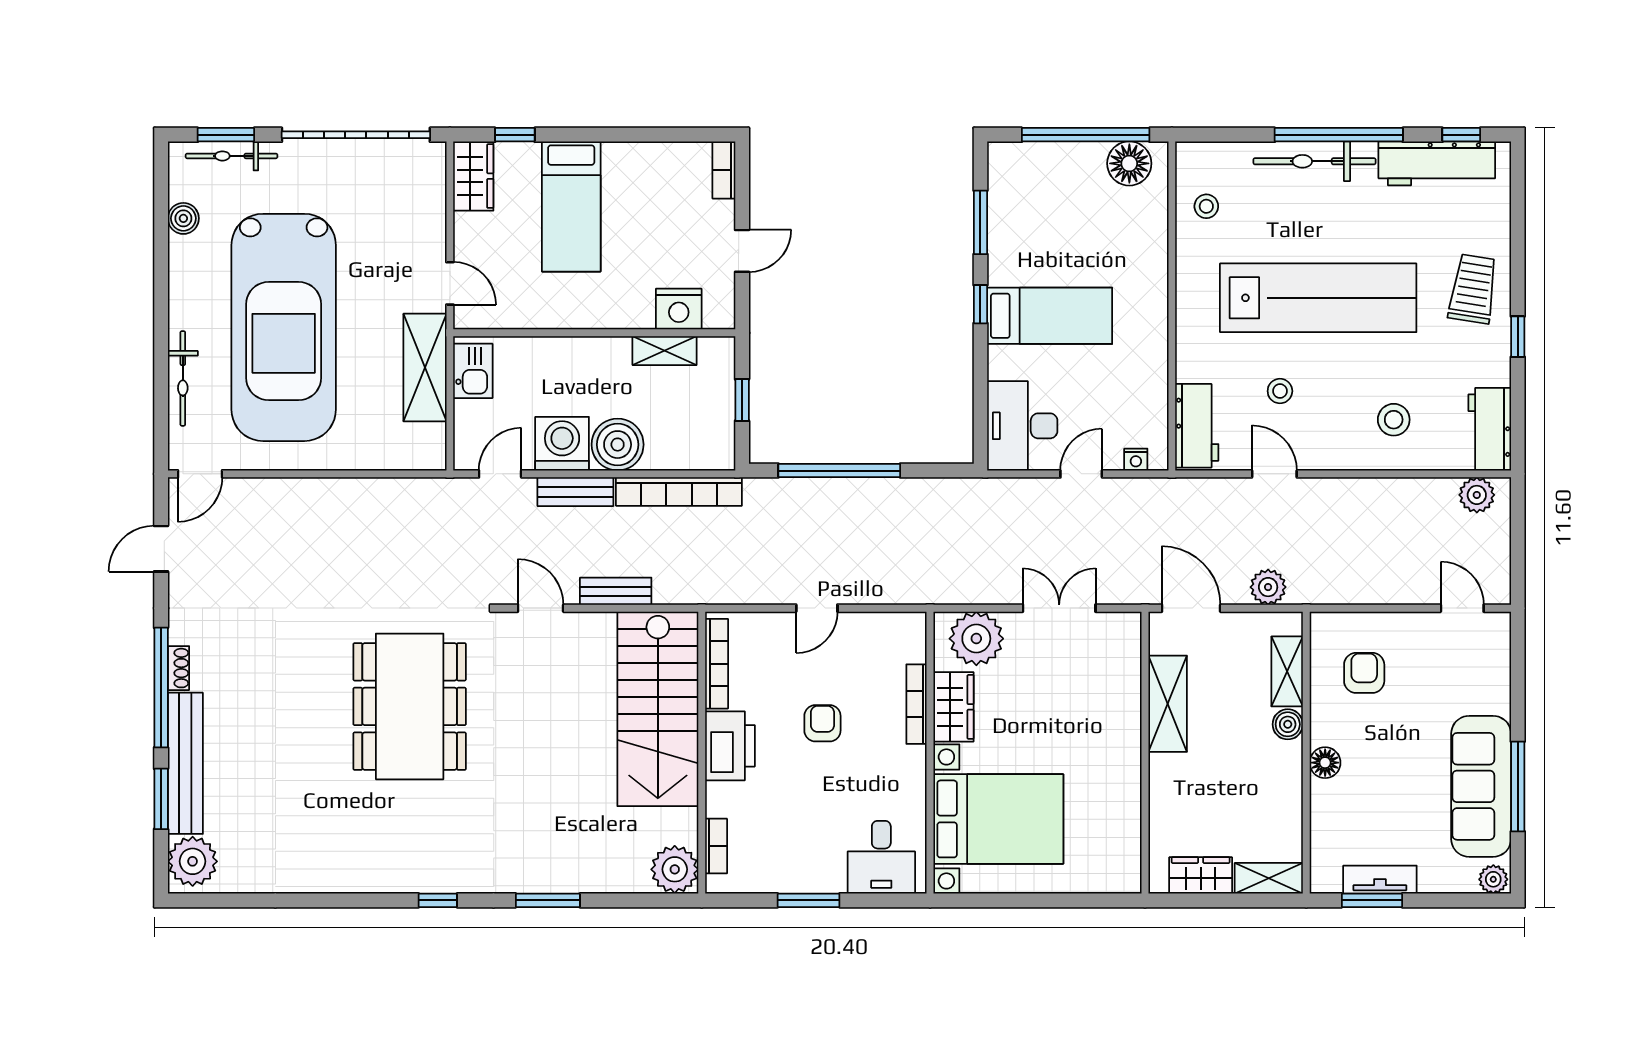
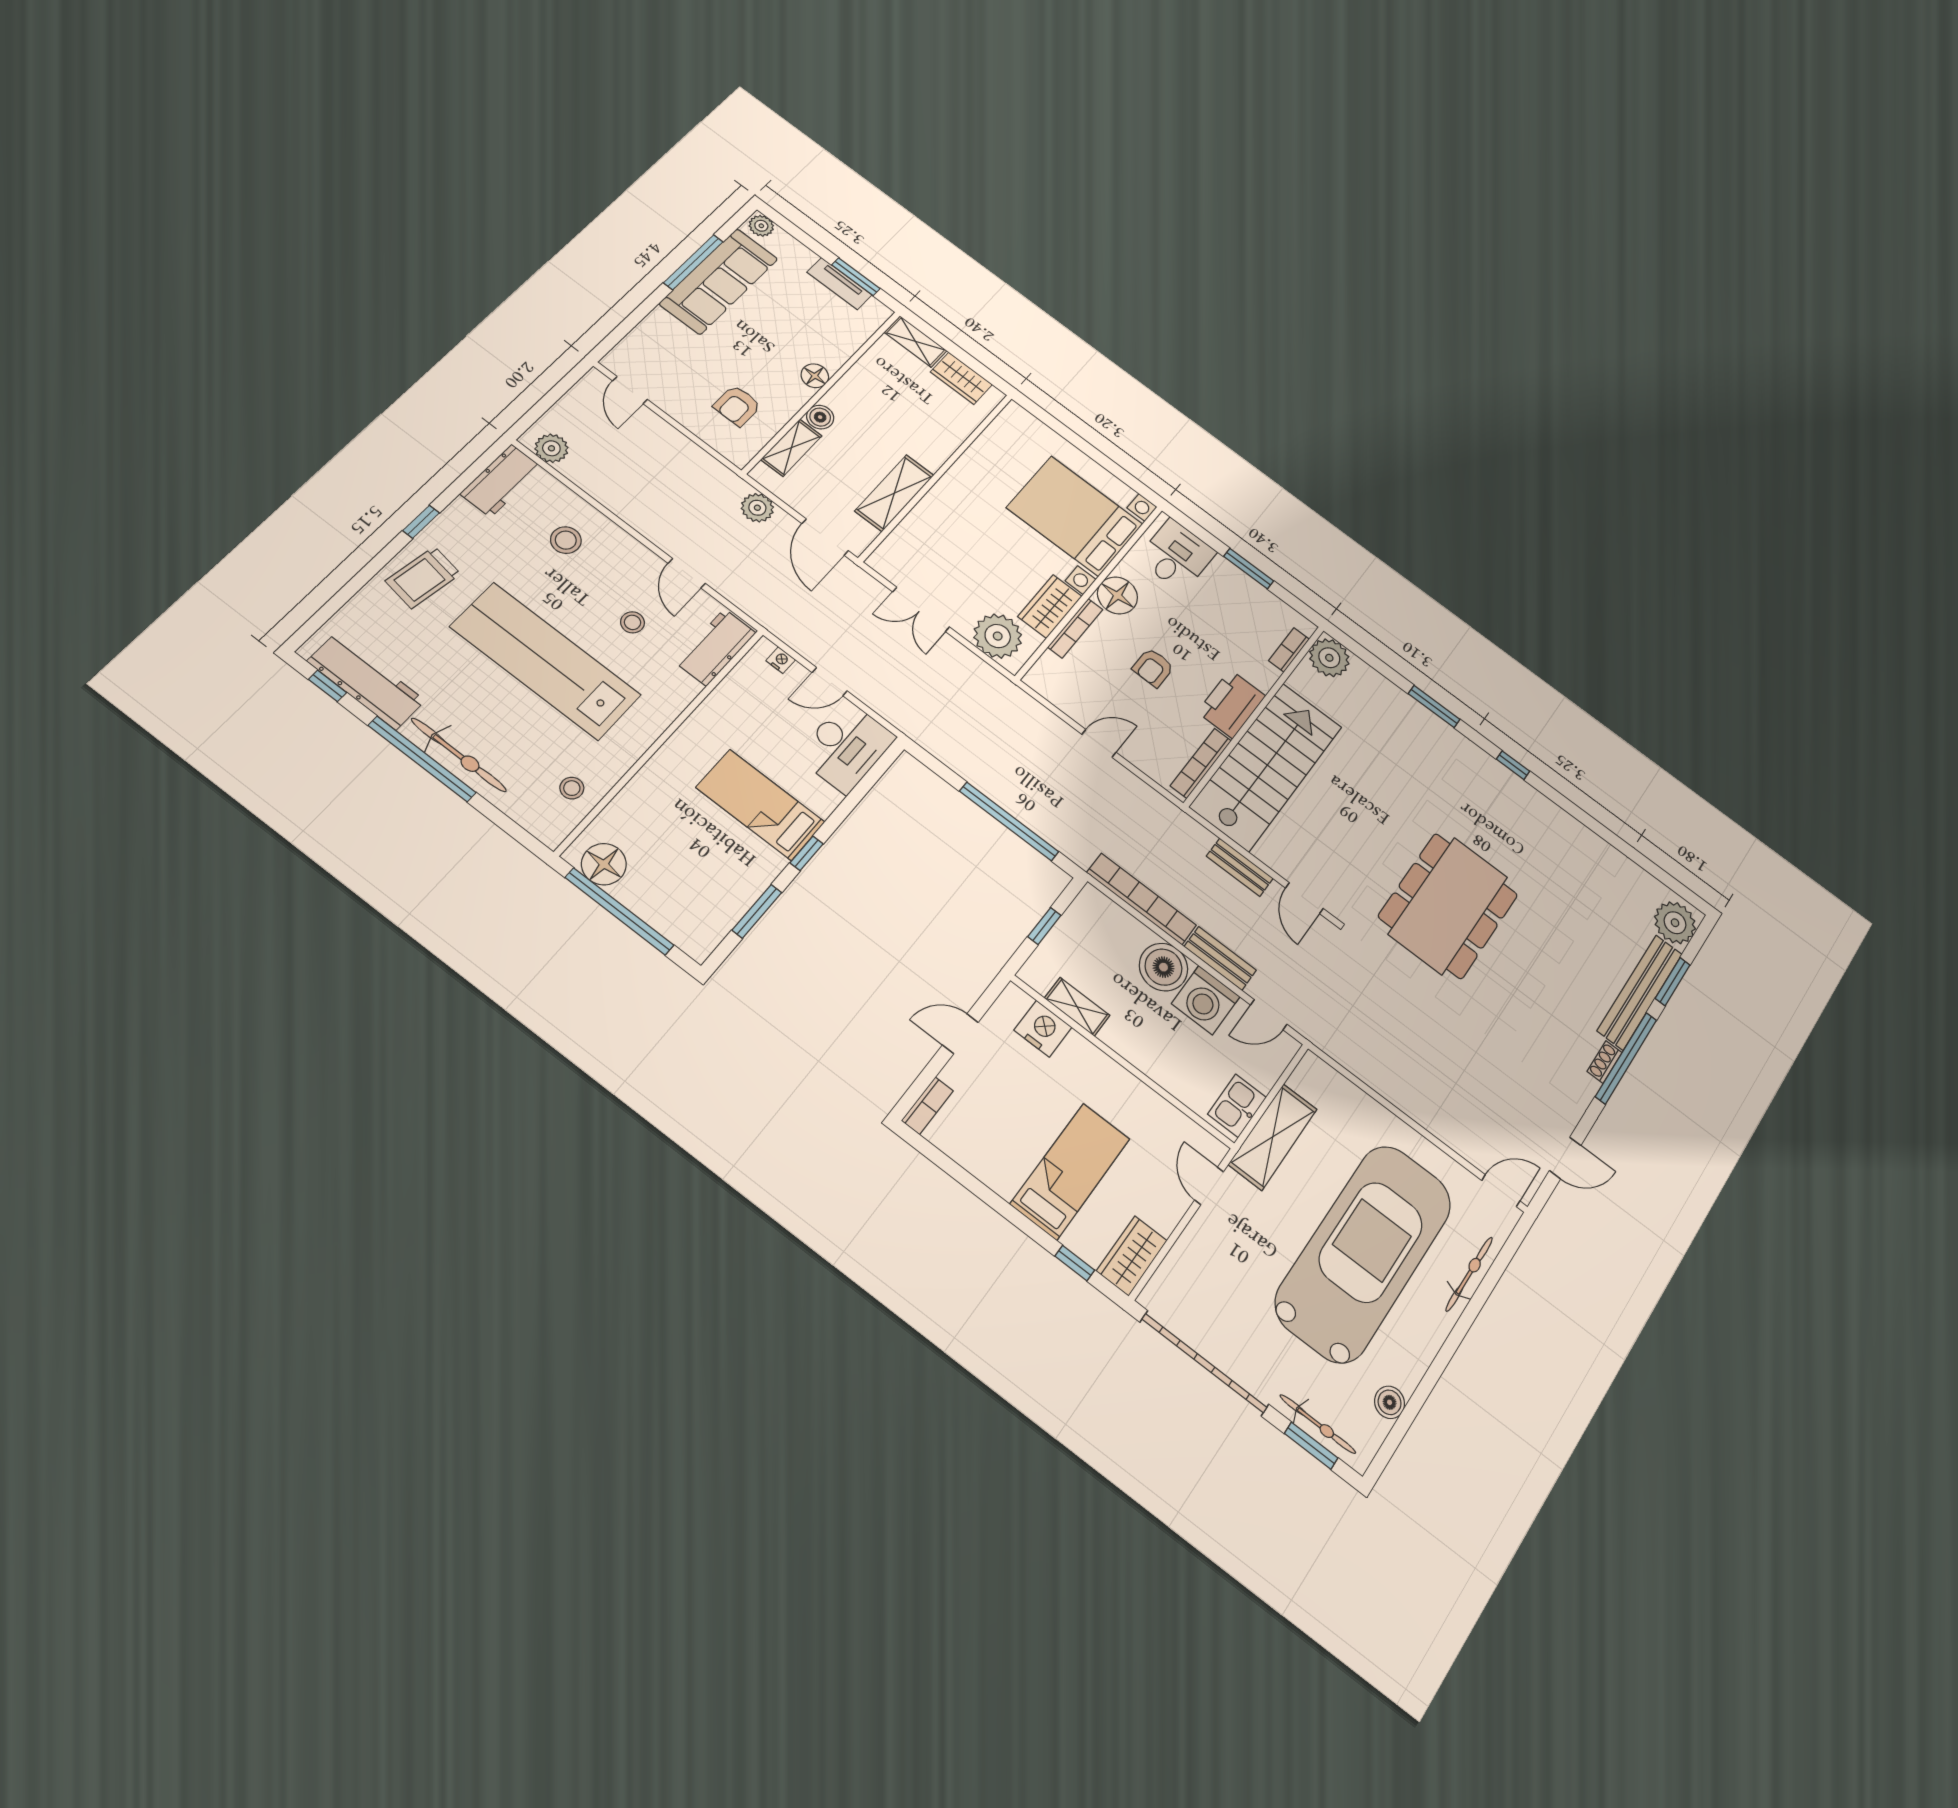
floor lamp: (904, 770) -> (1117, 595), added

